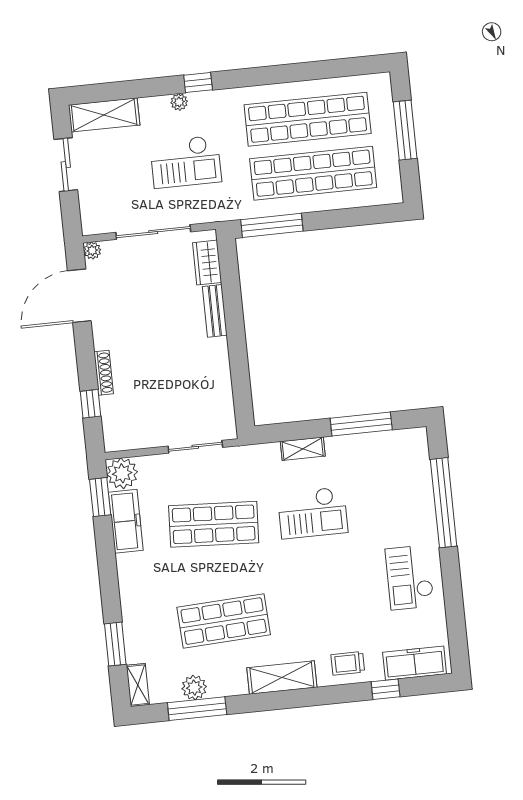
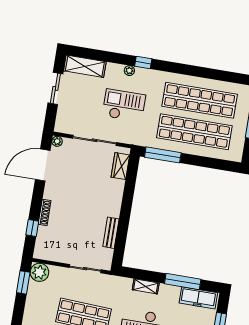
checkout: (186, 162) -> (124, 105), turned 180
bench: (215, 311) -> (111, 233), moved
freezer: (126, 521) -> (198, 298), moved, turned 90

